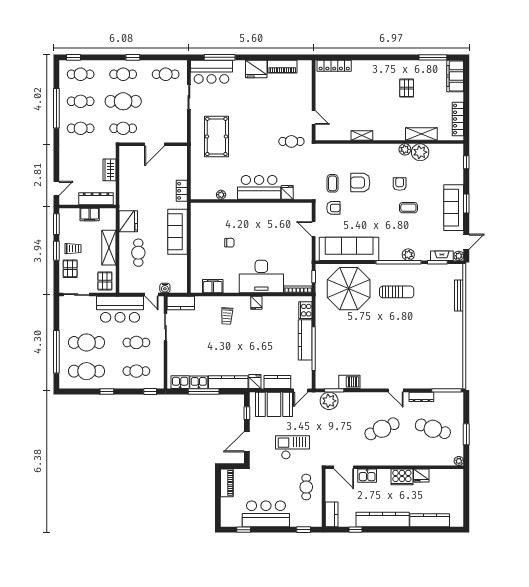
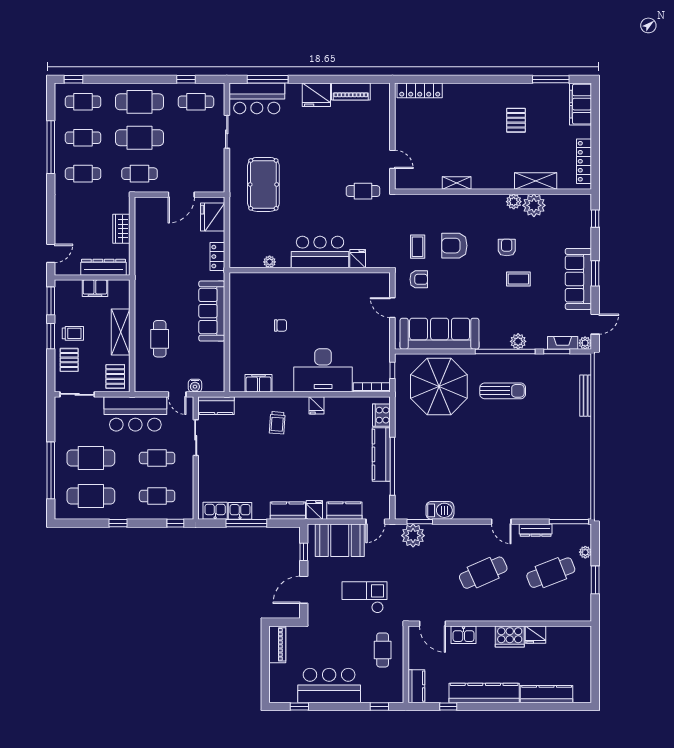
window: (133, 57) -> (186, 79), moved
cafe table: (123, 74) -> (140, 102), width x1.37, depth x1.35
fridge: (128, 221) -> (213, 217), moved, turned 180
kitchen counter: (228, 382) -> (288, 511), width x0.67
cafe table: (433, 429) -> (551, 573), turned -39
plant: (459, 461) -> (585, 552), moved

